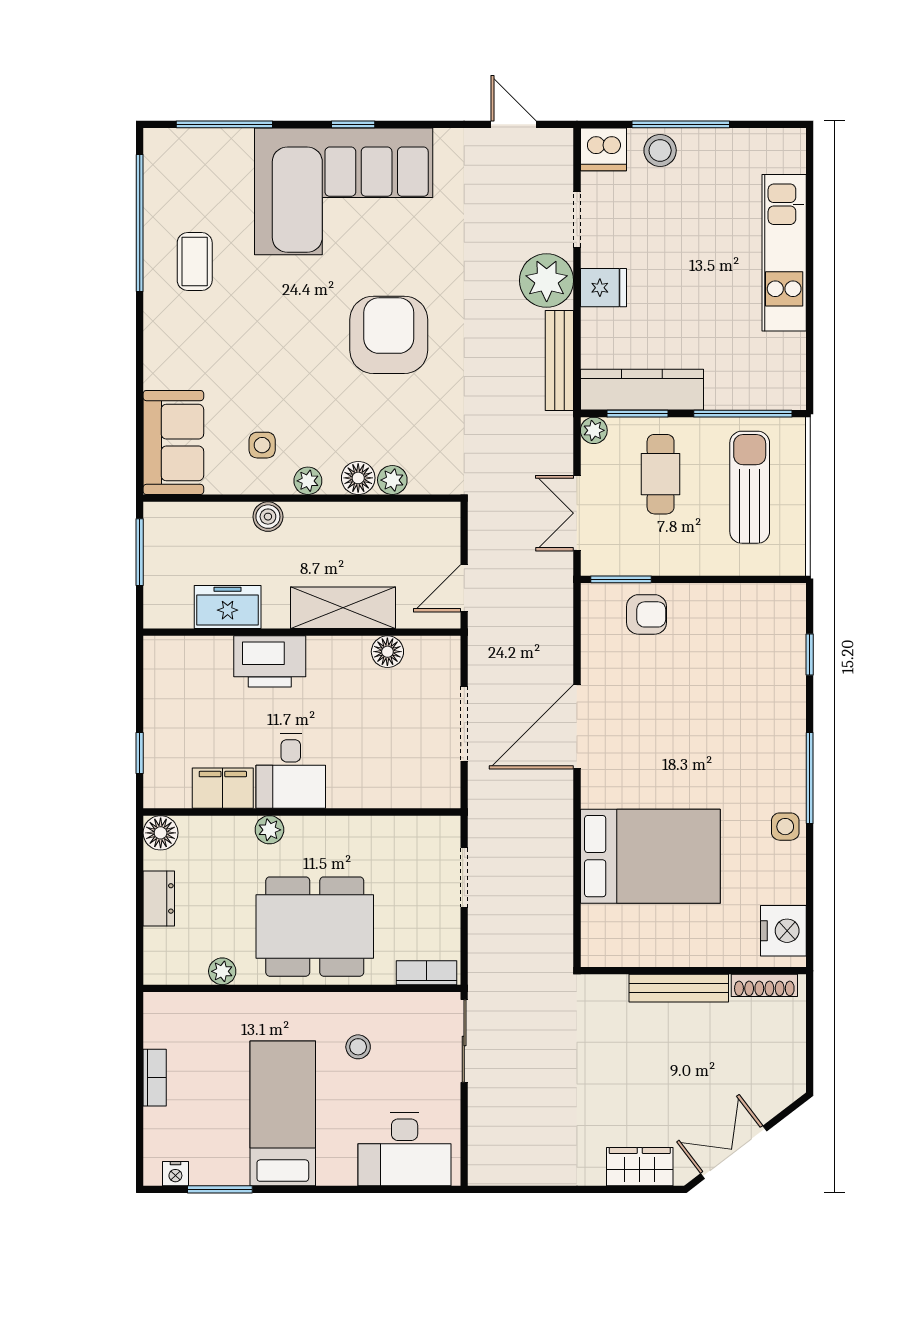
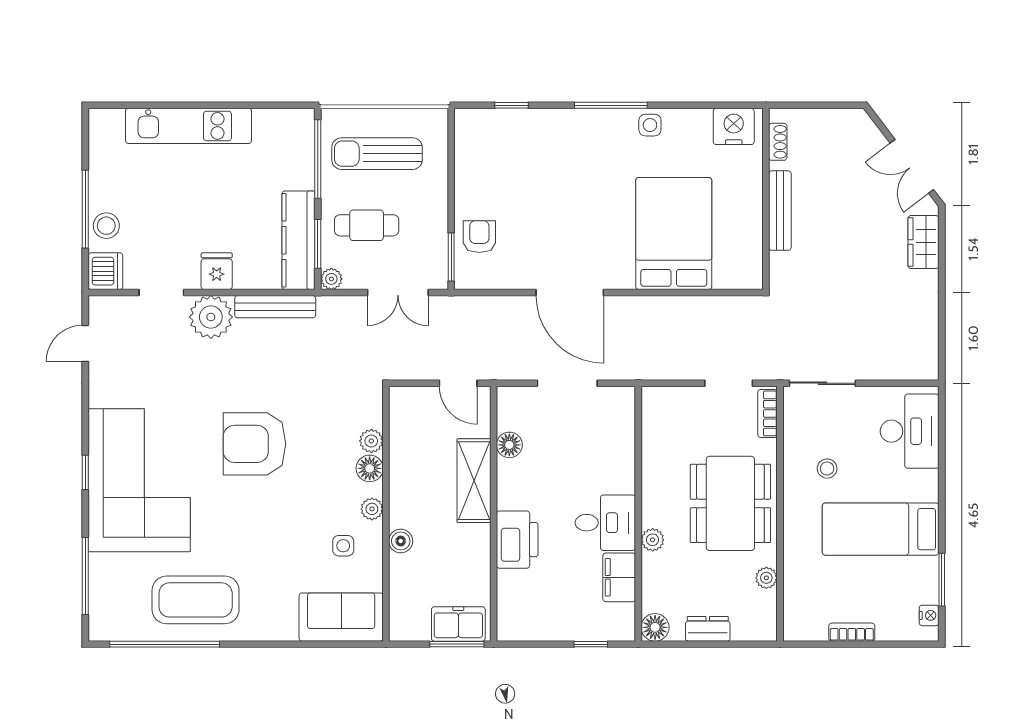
coffee table: (195, 262) -> (196, 600), width x1.86, depth x1.72
window: (140, 552) -> (457, 644), moved
freezer: (228, 607) -> (458, 624), moved, turned 90
doorway: (464, 877) -> (729, 383), moved
shoe rack: (764, 985) -> (778, 142), width x0.70

